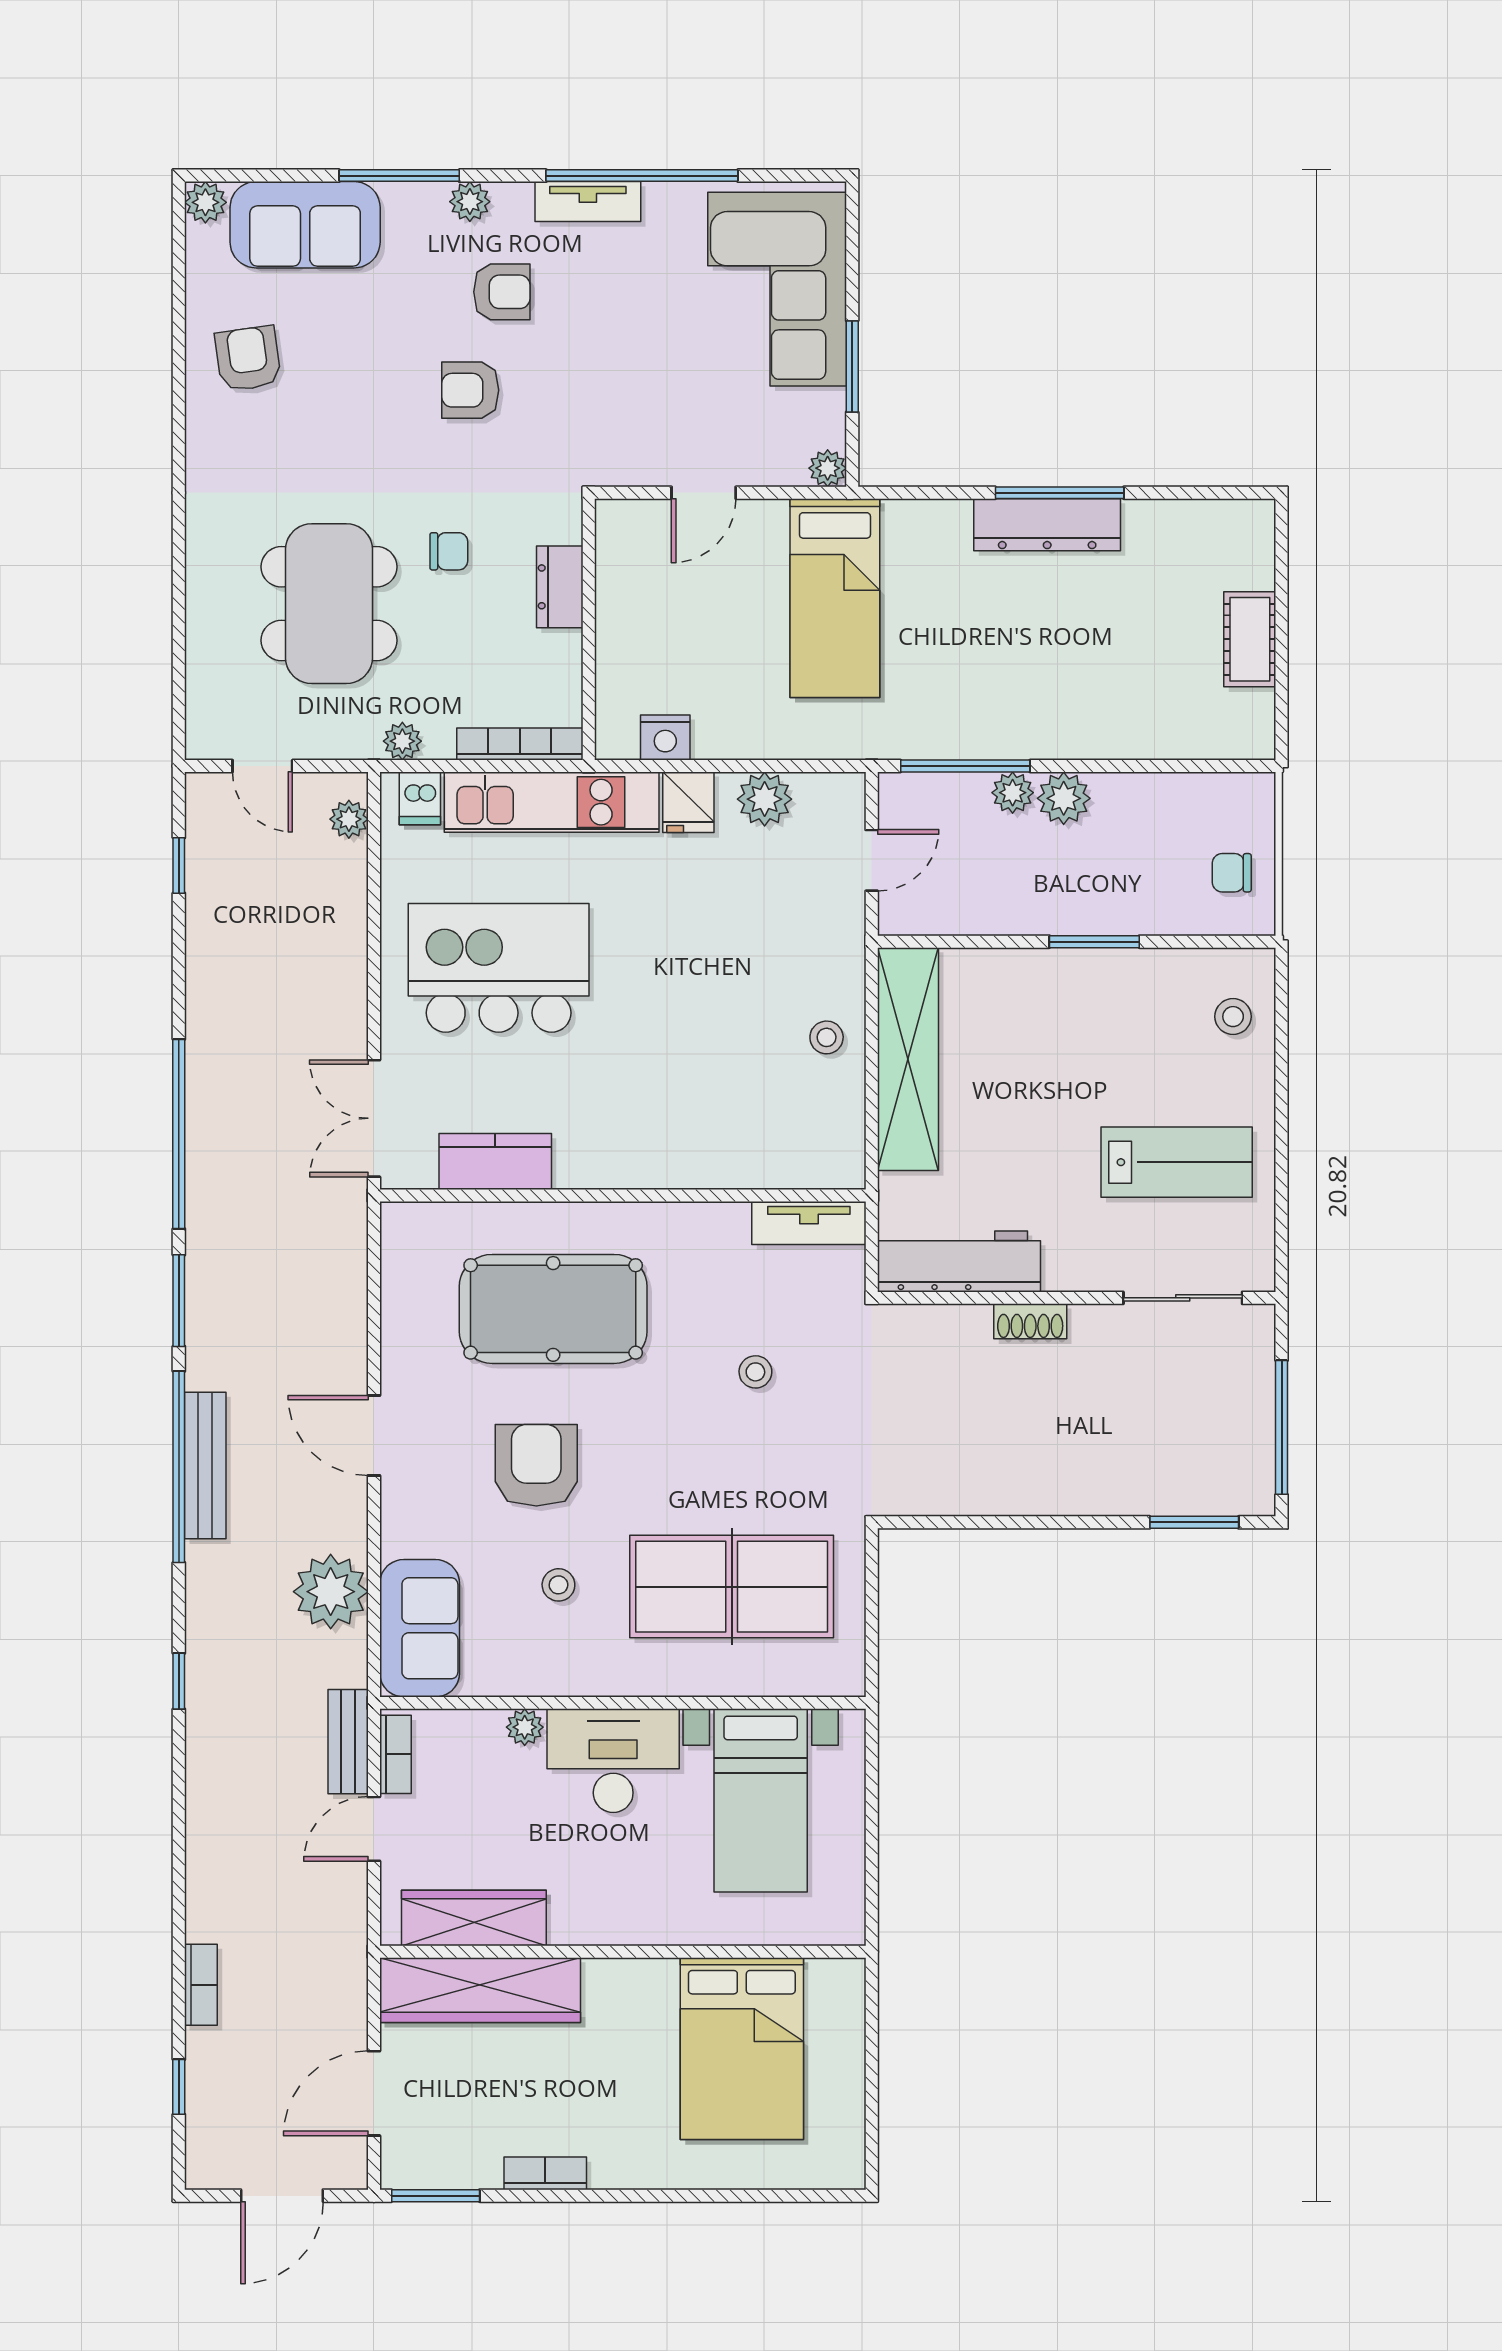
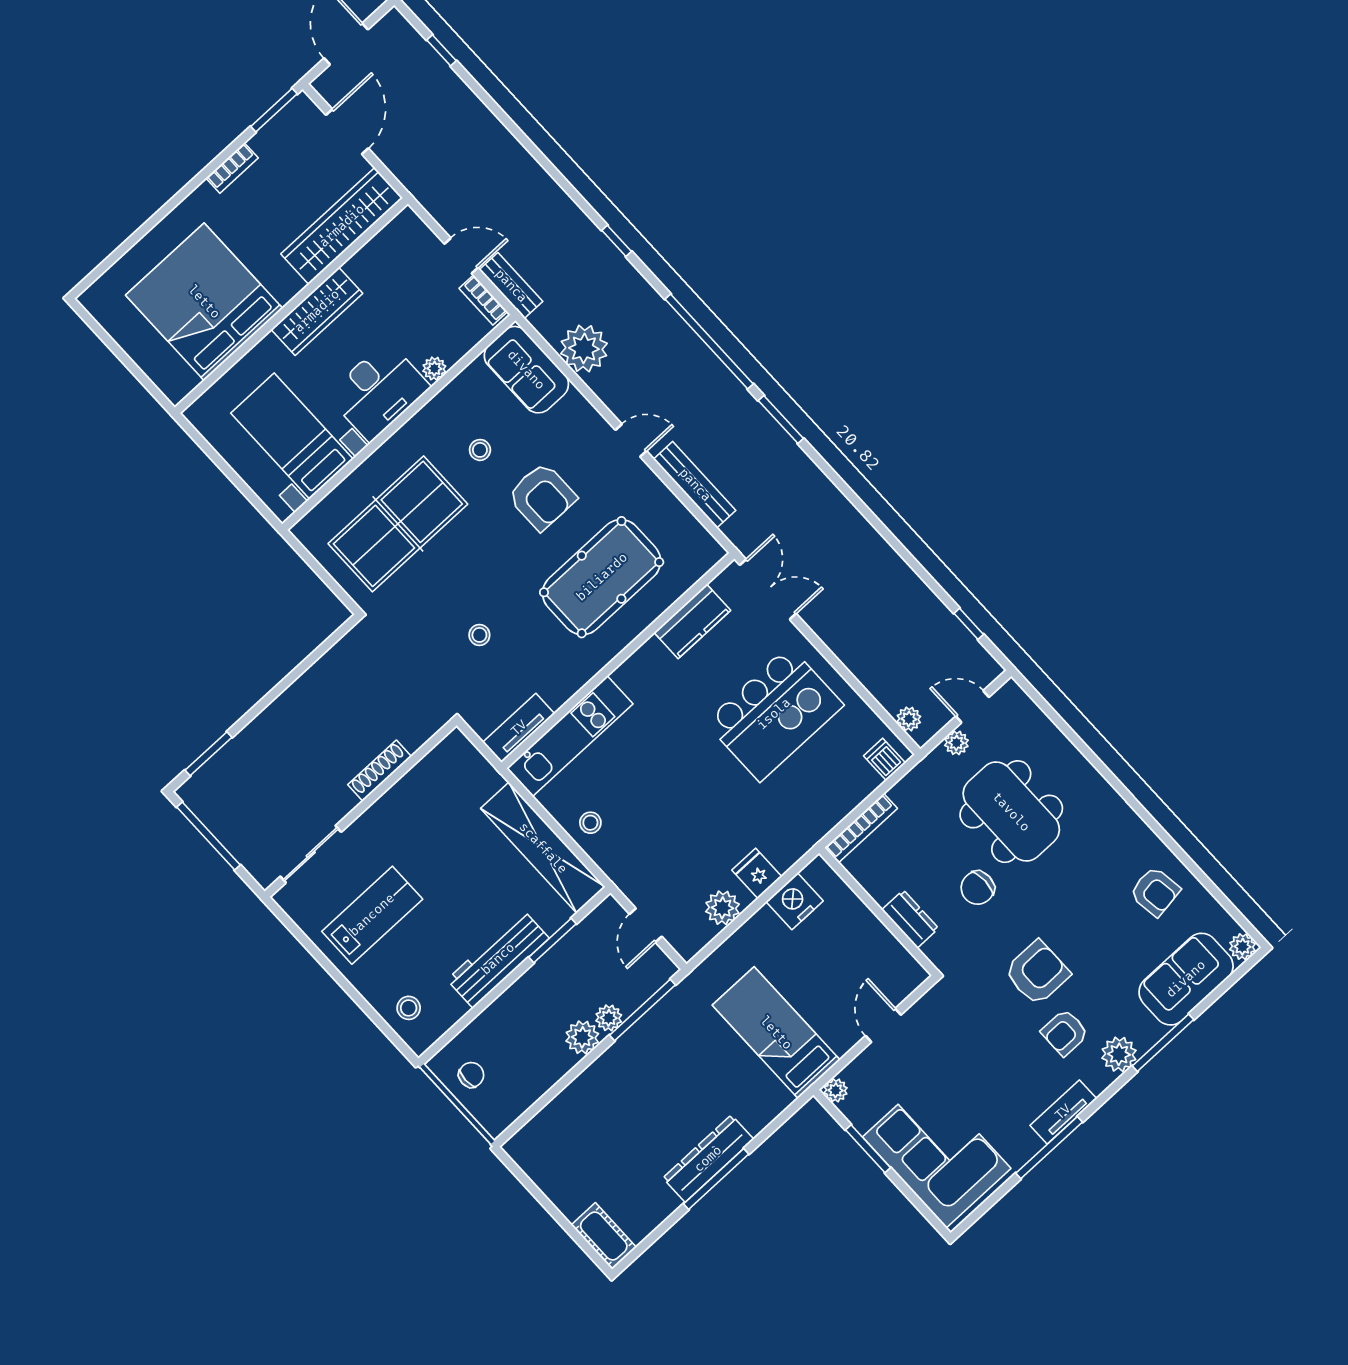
window: (642, 176) -> (1049, 1148), width x0.68
plant: (470, 202) -> (1119, 1054), width x1.38, depth x1.38
armchair: (470, 390) -> (1037, 973), width x1.38, depth x1.38
chair: (449, 551) -> (978, 888), width x1.37, depth x1.37
cot: (1250, 639) -> (604, 1236), moved
nightstand: (665, 737) -> (795, 901), width x1.36, depth x1.33
plant: (402, 741) -> (956, 743), moved
kitchen unit: (552, 802) -> (570, 736), moved, turned 180
window: (1094, 942) -> (553, 940), moved
window: (179, 1134) -> (853, 498), removed
lab bench: (1177, 1162) -> (372, 915), turned 180
workbench: (959, 1261) -> (498, 959), moved, turned 180
shoe rack: (1030, 1321) -> (380, 771), width x1.43
door: (374, 1436) -> (631, 440), width x0.73
bench: (205, 1466) -> (695, 485), moved
door: (374, 1829) -> (461, 256), hinge flipped
wardrobe: (474, 1918) -> (317, 311), moved
bookcase: (201, 1985) -> (475, 108), removed
bed: (742, 2049) -> (204, 302), width x1.36

